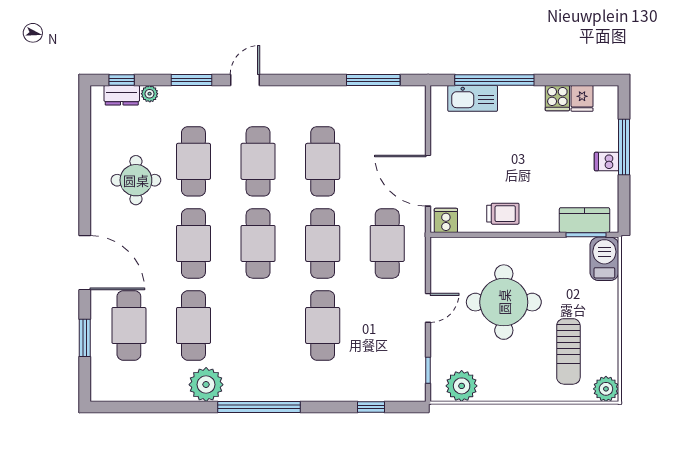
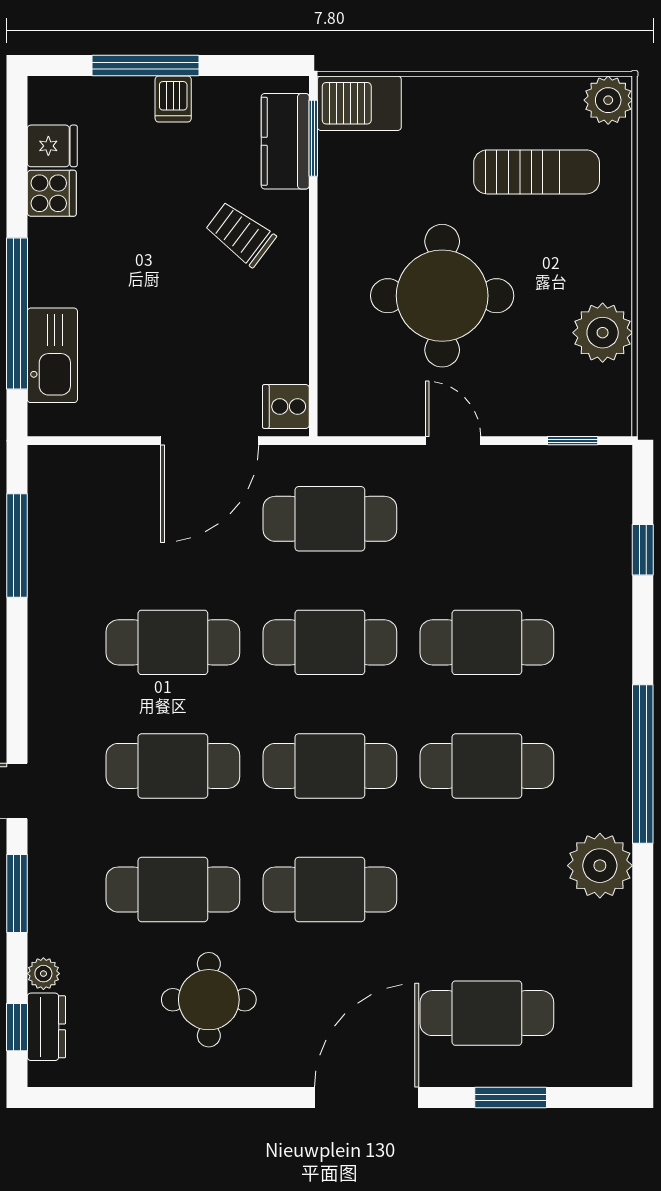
trolley: (503, 214) -> (240, 234), moved, turned -53
cafe table: (193, 325) -> (487, 766), moved
plant: (462, 386) -> (603, 333), moved

